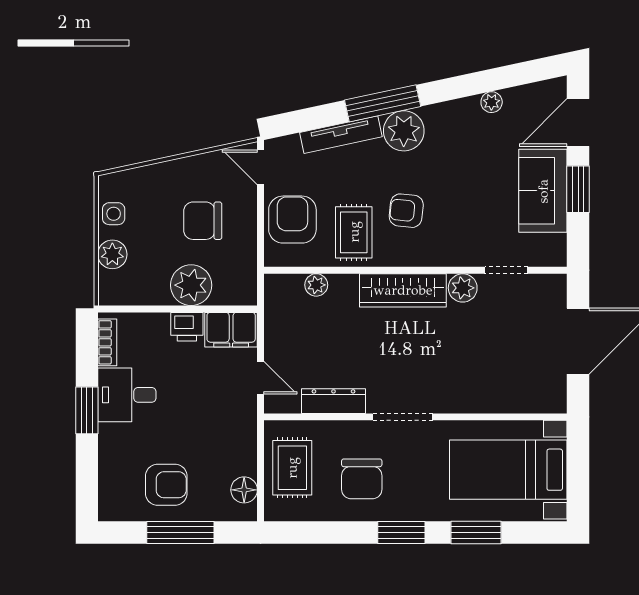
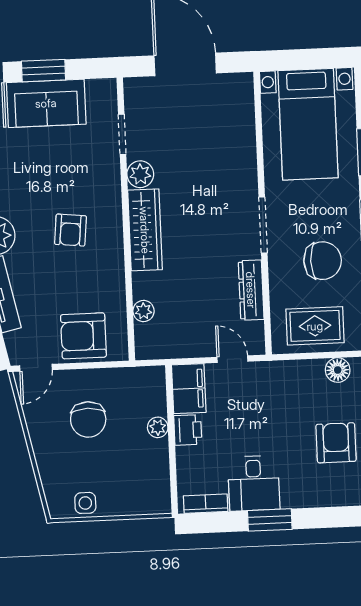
rug: (354, 232) -> (93, 278), removed
plant: (112, 254) -> (123, 502), removed
plant: (191, 285) -> (158, 427), width x0.53, depth x0.53
door: (261, 378) -> (232, 359), hinge flipped

